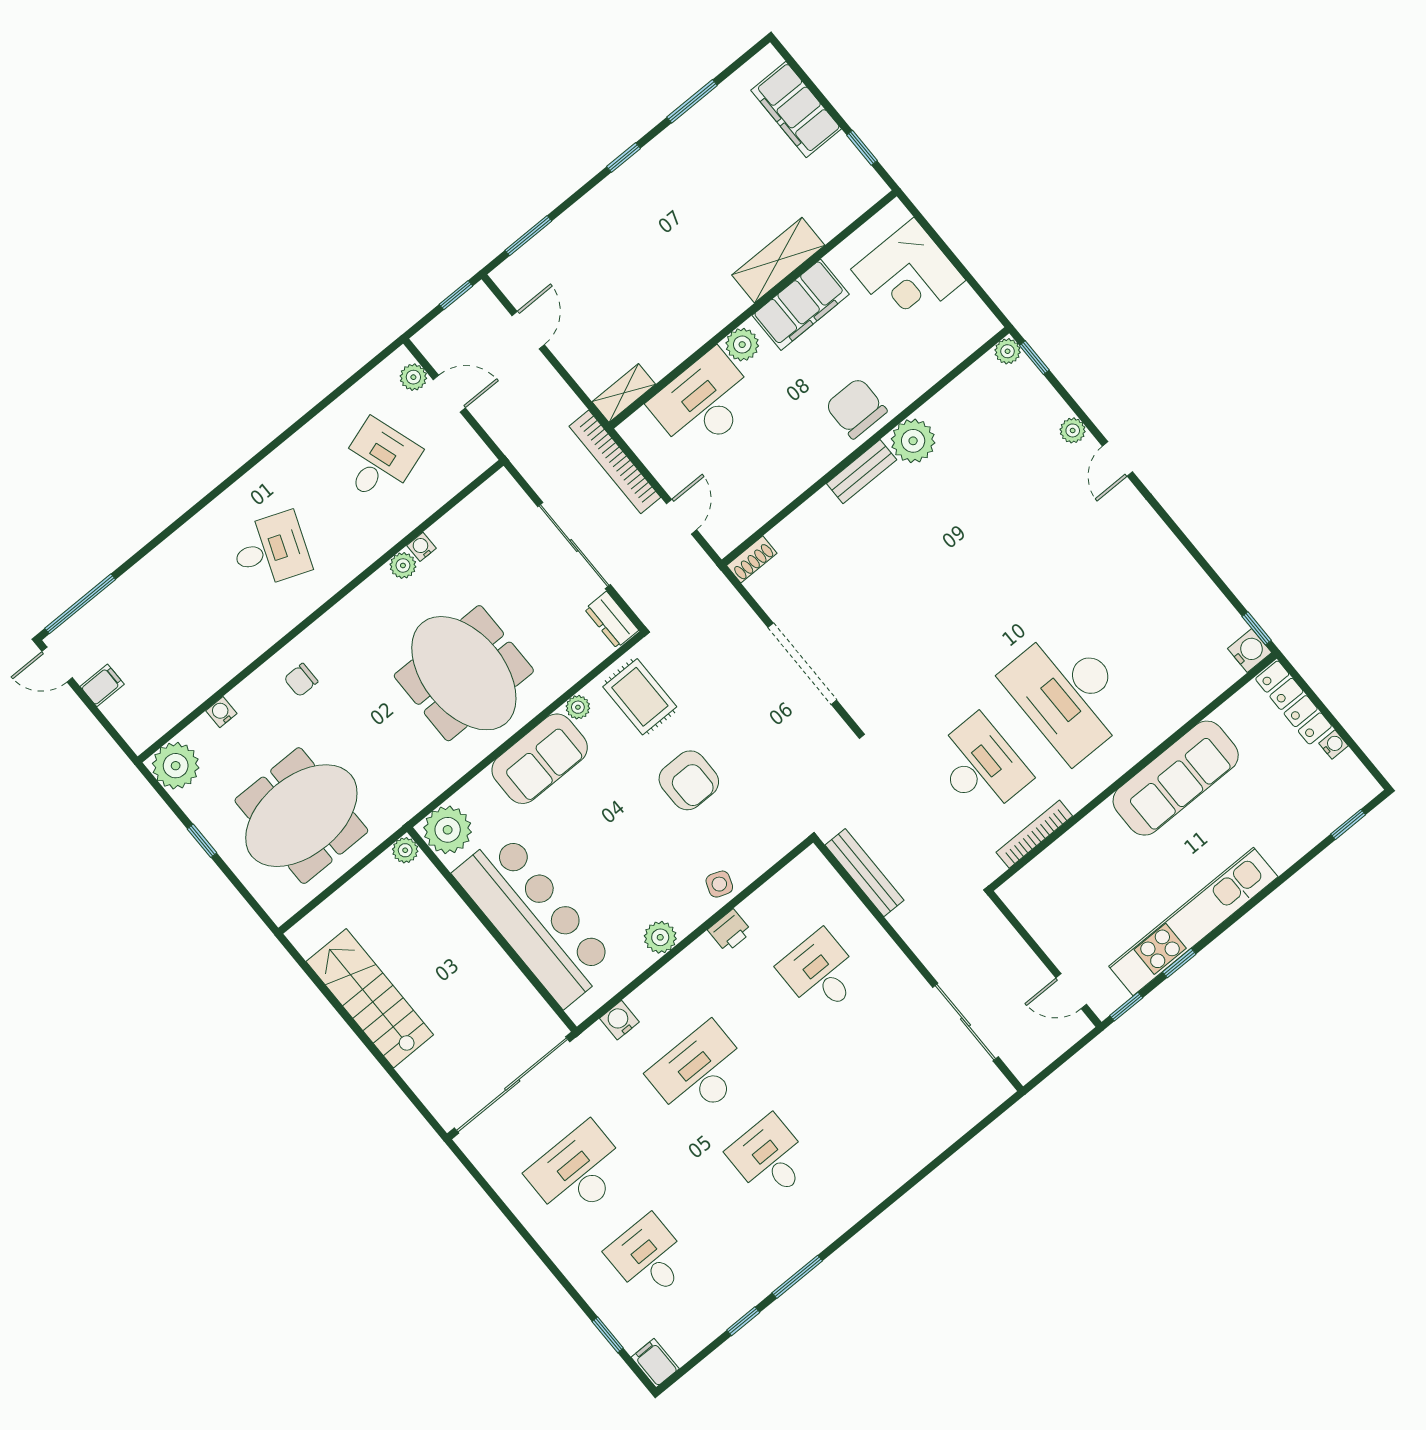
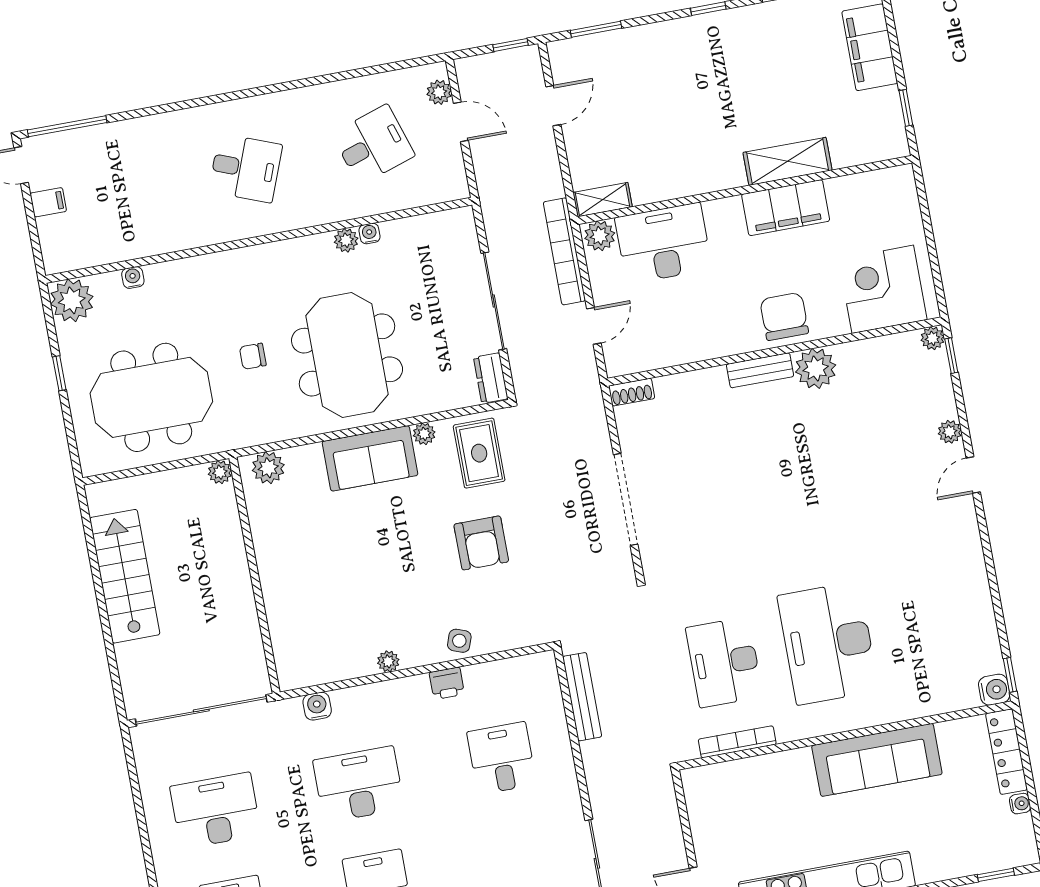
corner desk: (908, 275) -> (883, 289), moved, turned 90
plant: (742, 345) -> (600, 236), moved
chair: (301, 680) -> (253, 356), moved
desk: (980, 766) -> (724, 662), turned 180
plant: (448, 830) -> (268, 468), width x0.73, depth x0.73
bar counter: (535, 919) -> (294, 586), removed
plant: (660, 937) -> (388, 661), width x0.73, depth x0.73

